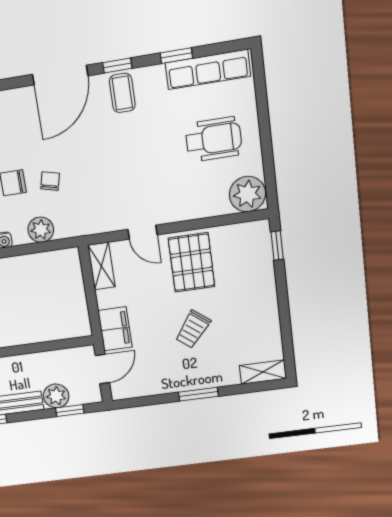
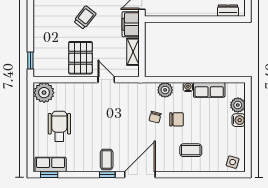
window: (176, 56) -> (49, 175), moved
row of seats: (208, 69) -> (51, 164), width x0.68
wheelchair: (214, 139) -> (59, 126), turned 90
shelving: (101, 266) -> (133, 52), moved

